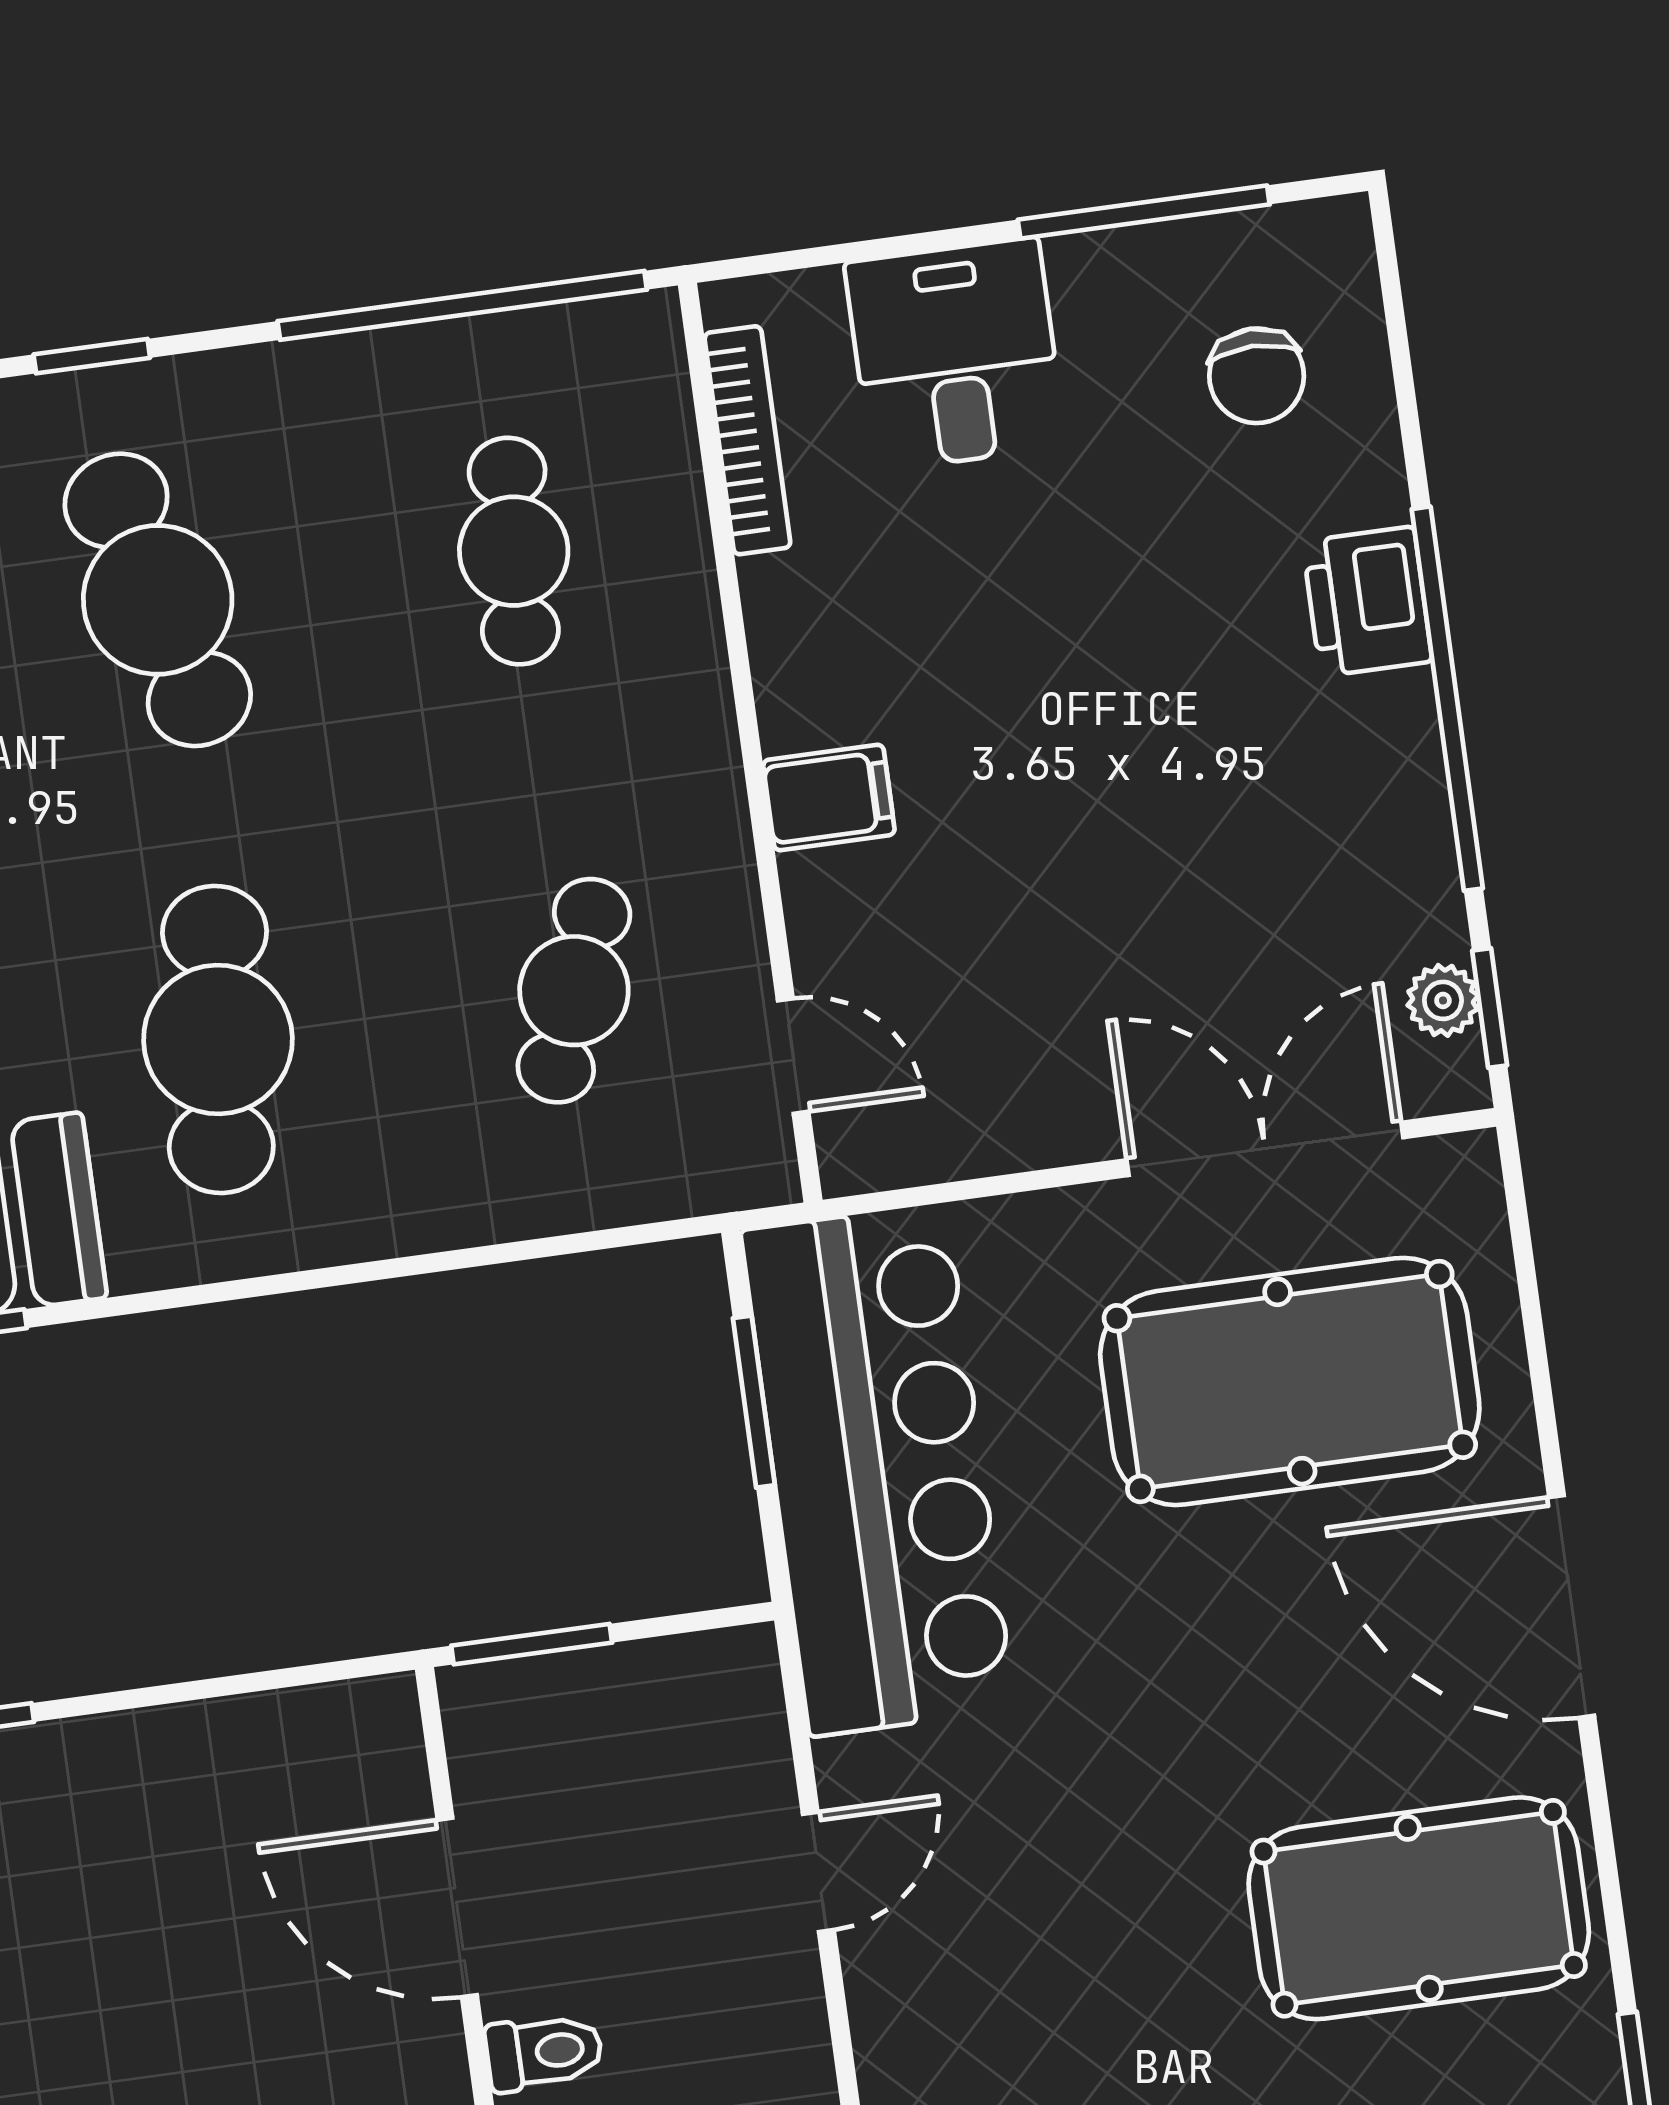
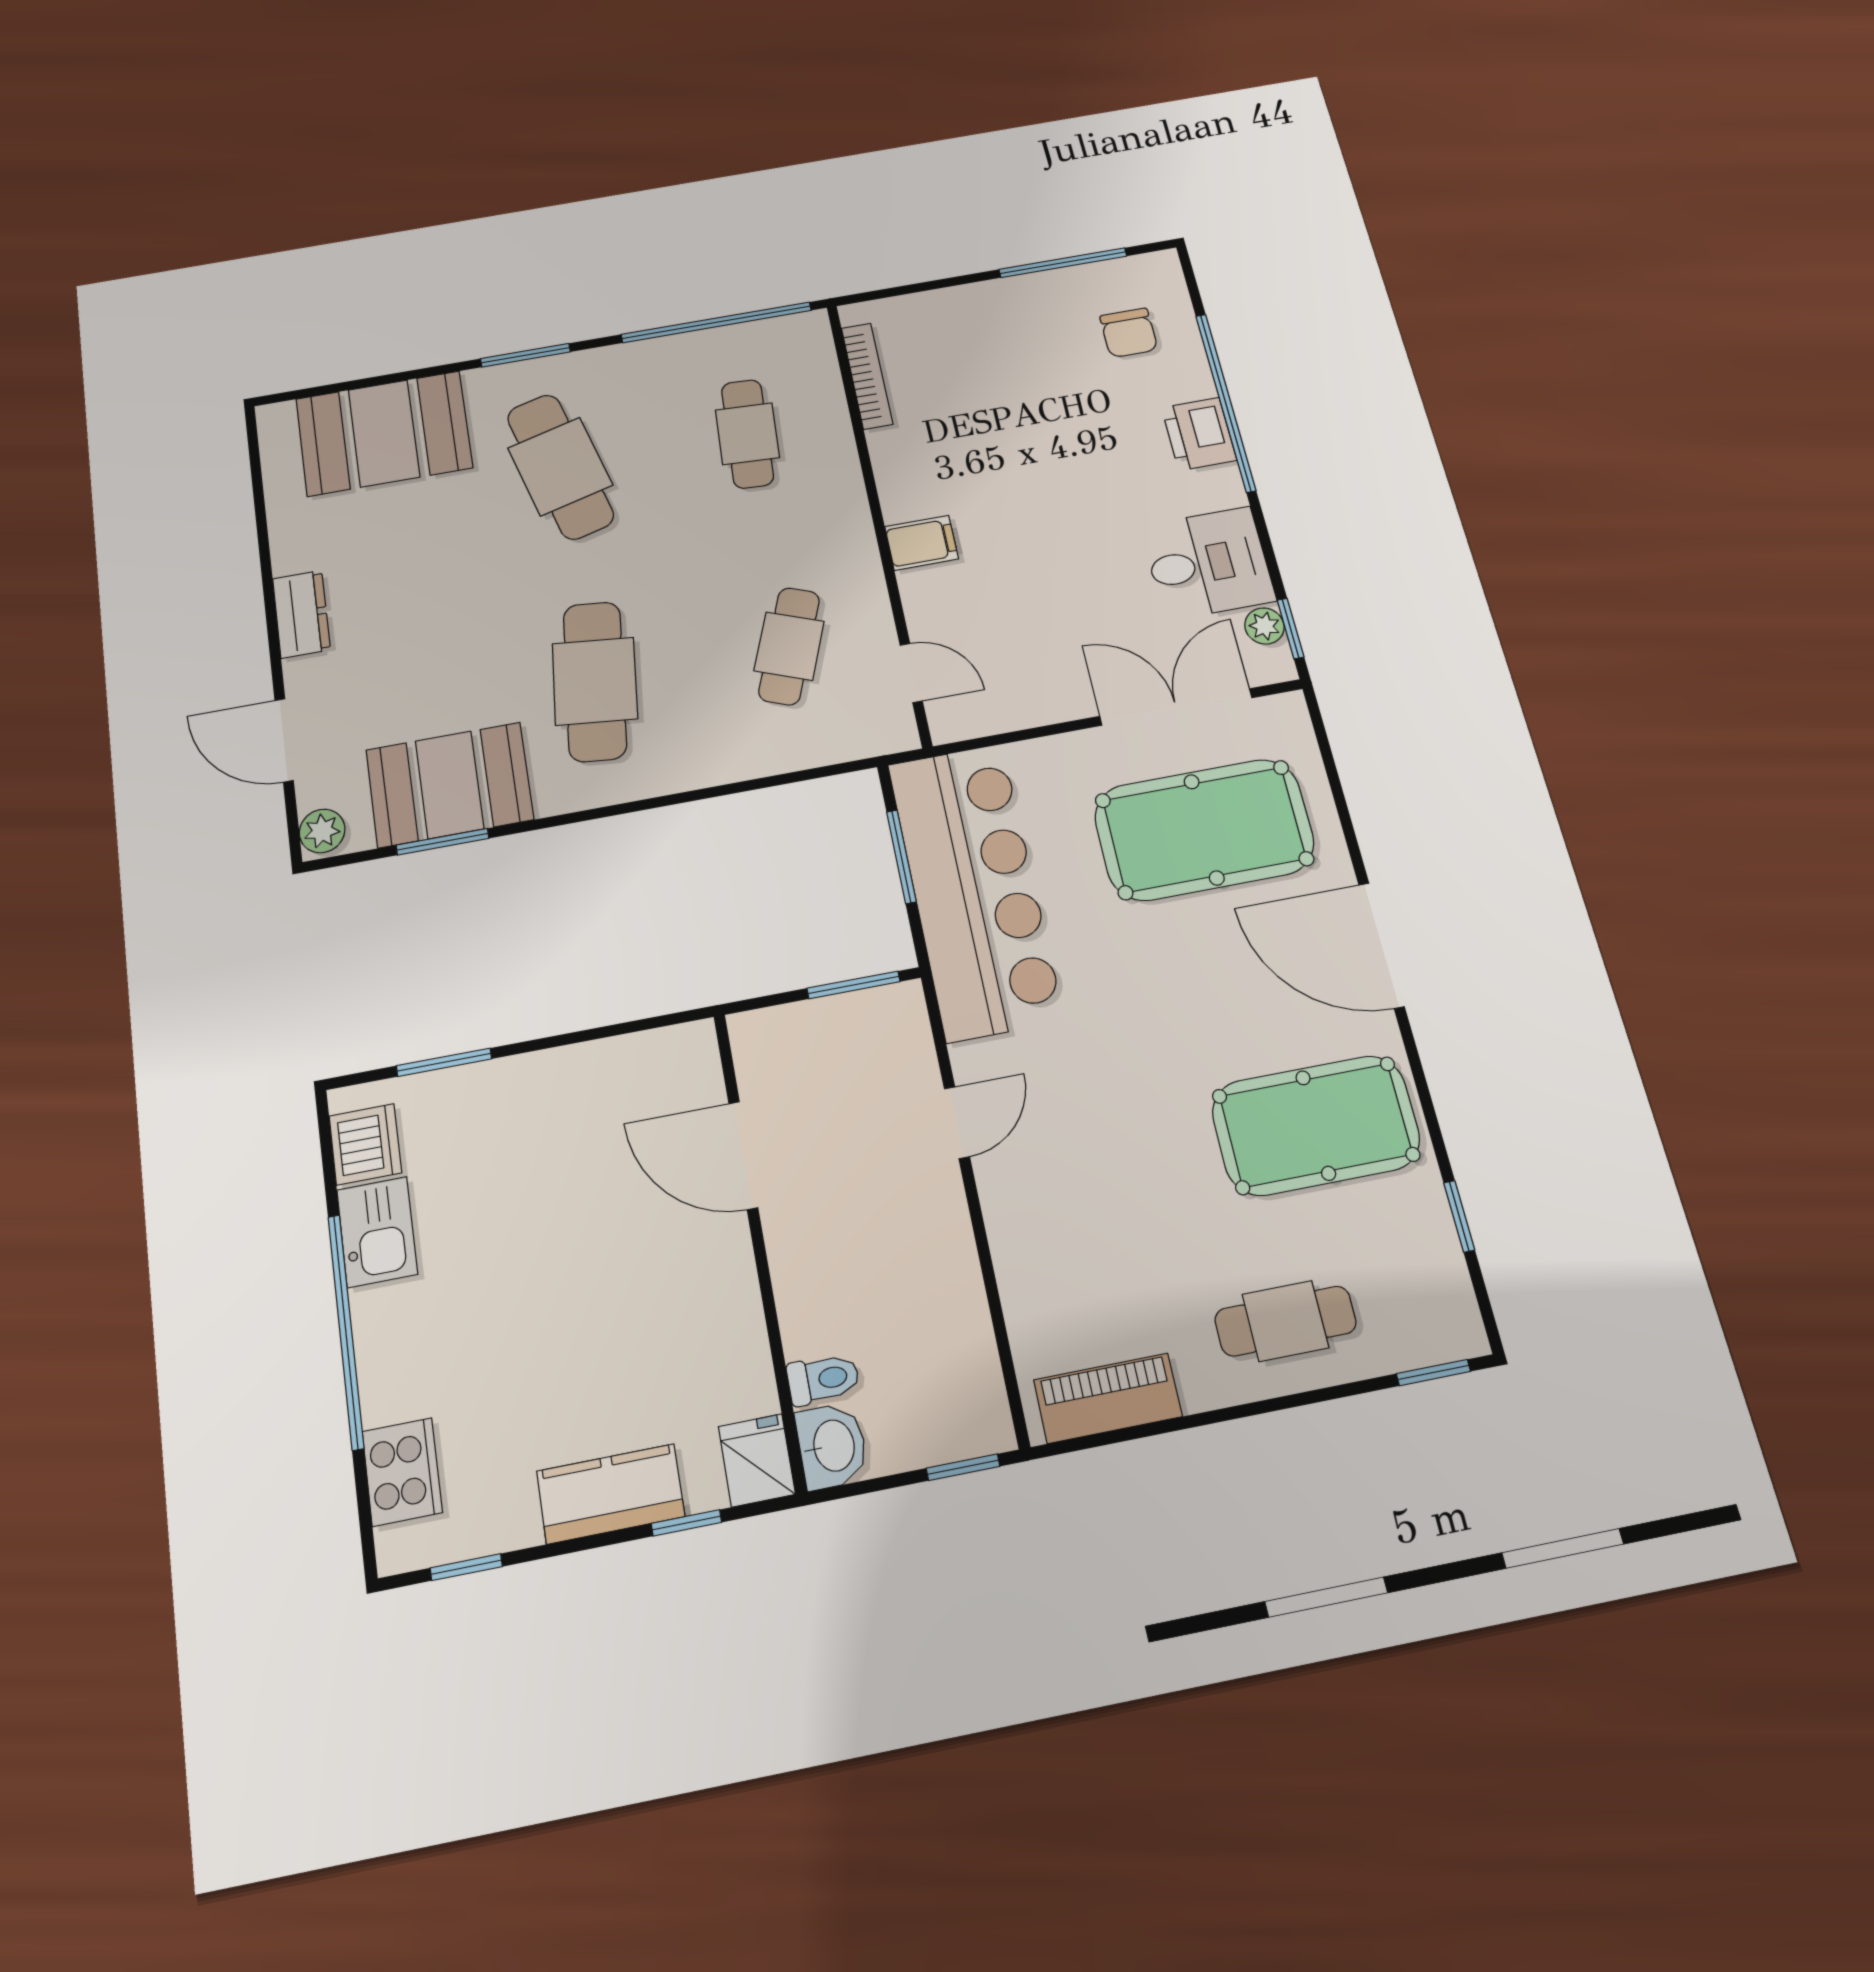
desk: (955, 354) -> (1208, 563), moved, turned 90
window: (92, 356) -> (525, 355), width x1.50
window: (1447, 699) -> (1226, 402), moved
window: (532, 1644) -> (853, 985), moved
toilet: (544, 2052) -> (799, 1241), removed

